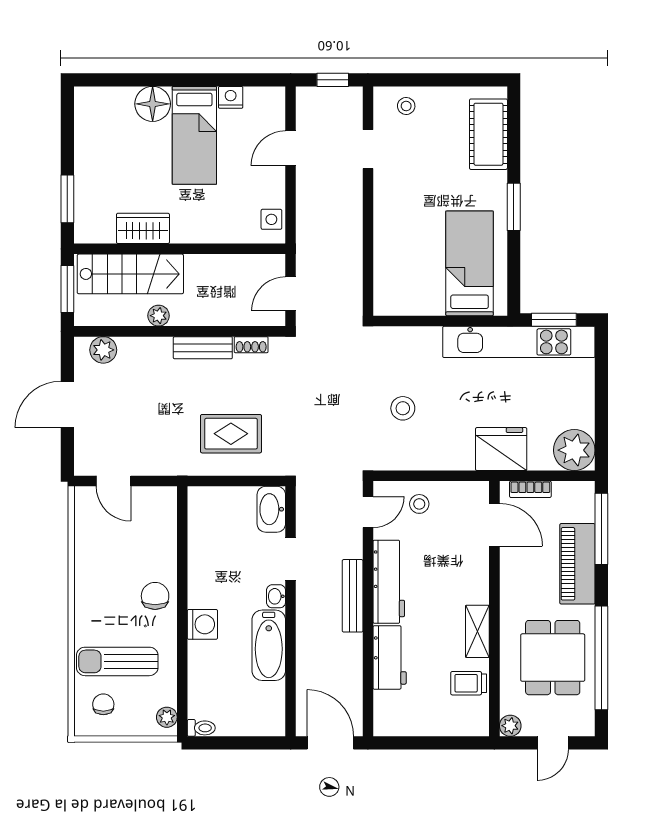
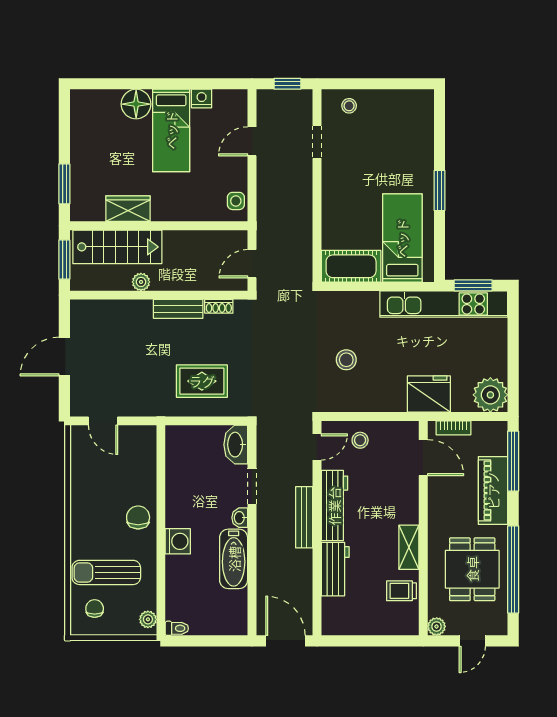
cot: (488, 134) -> (351, 266), moved, turned 90
plant: (103, 350) -> (95, 311), removed

